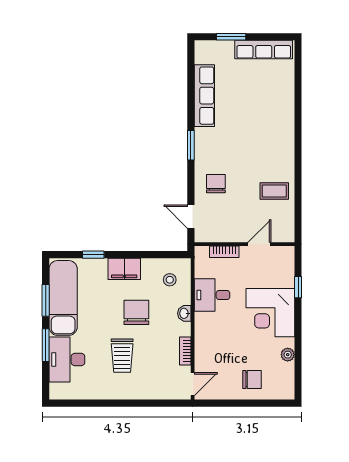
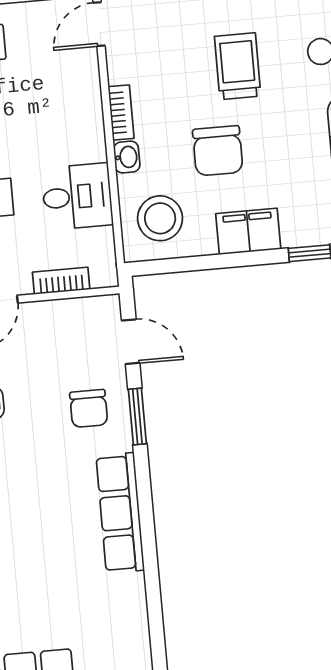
row of seats: (204, 96) -> (120, 513), moved
window: (191, 145) -> (137, 416), moved
stool: (170, 280) -> (160, 218), width x1.89, depth x1.89
bookcase: (185, 351) -> (121, 112), moved

